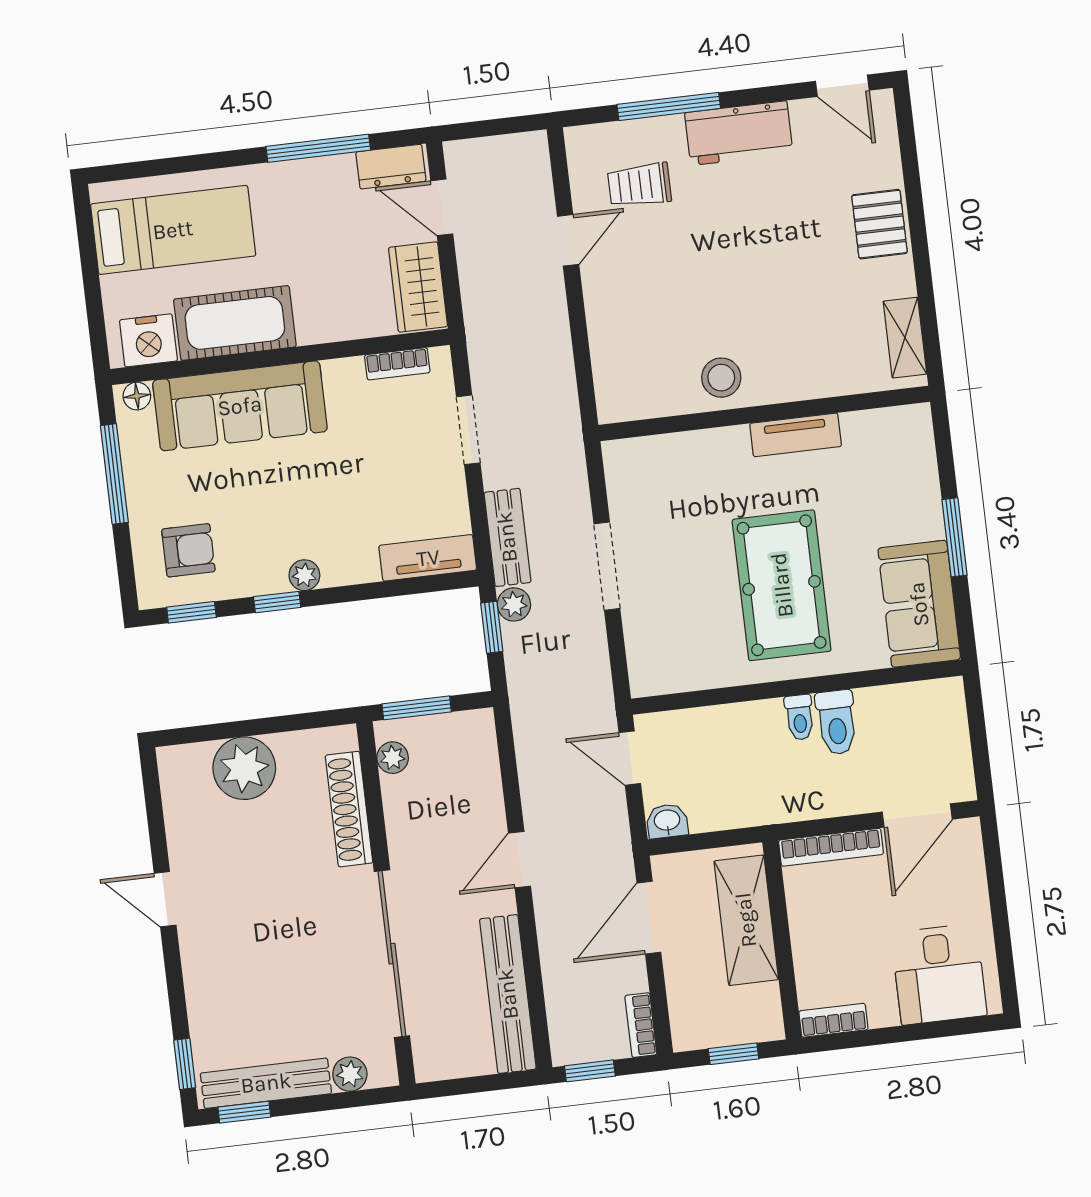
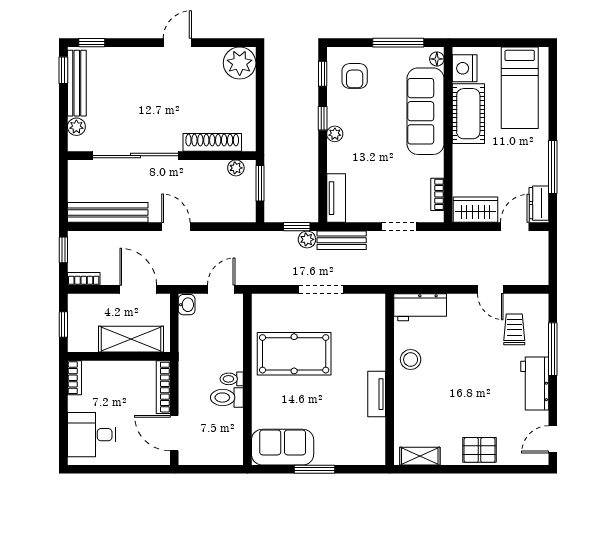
workbench: (618, 371) -> (420, 307), added
pool table: (782, 585) -> (294, 354), moved
plant: (244, 768) -> (240, 63), moved

